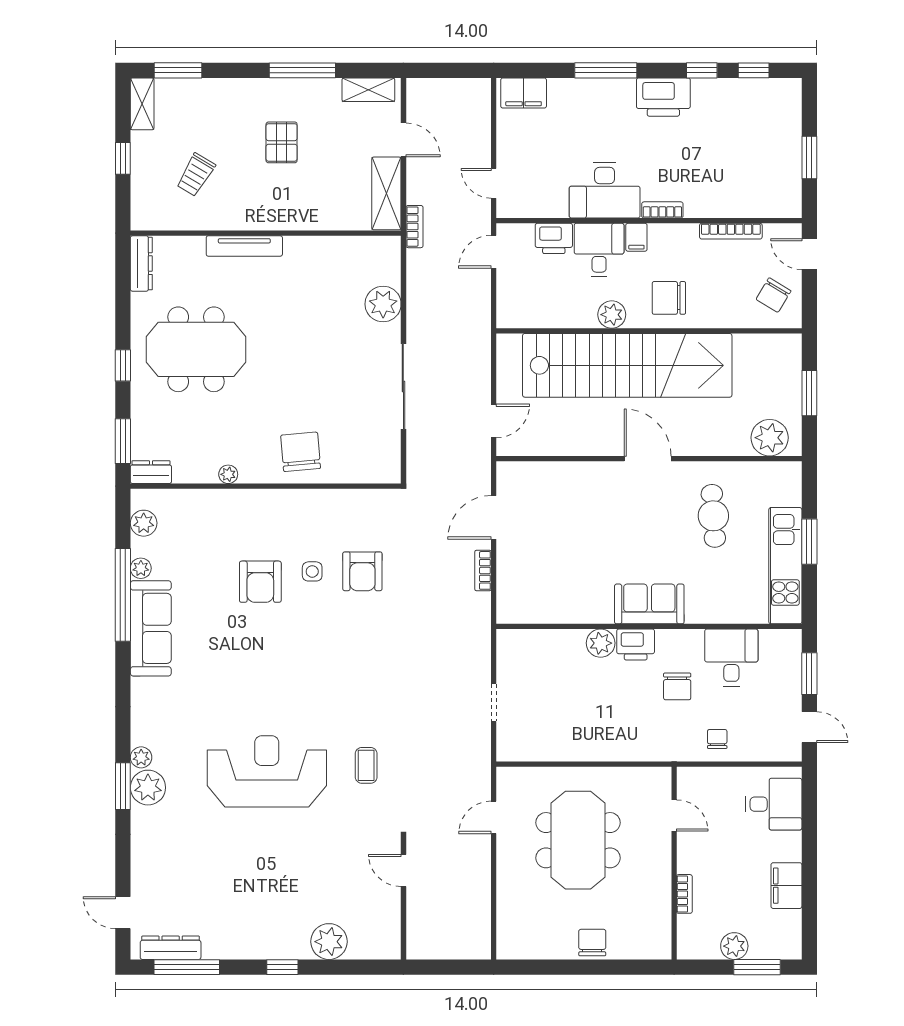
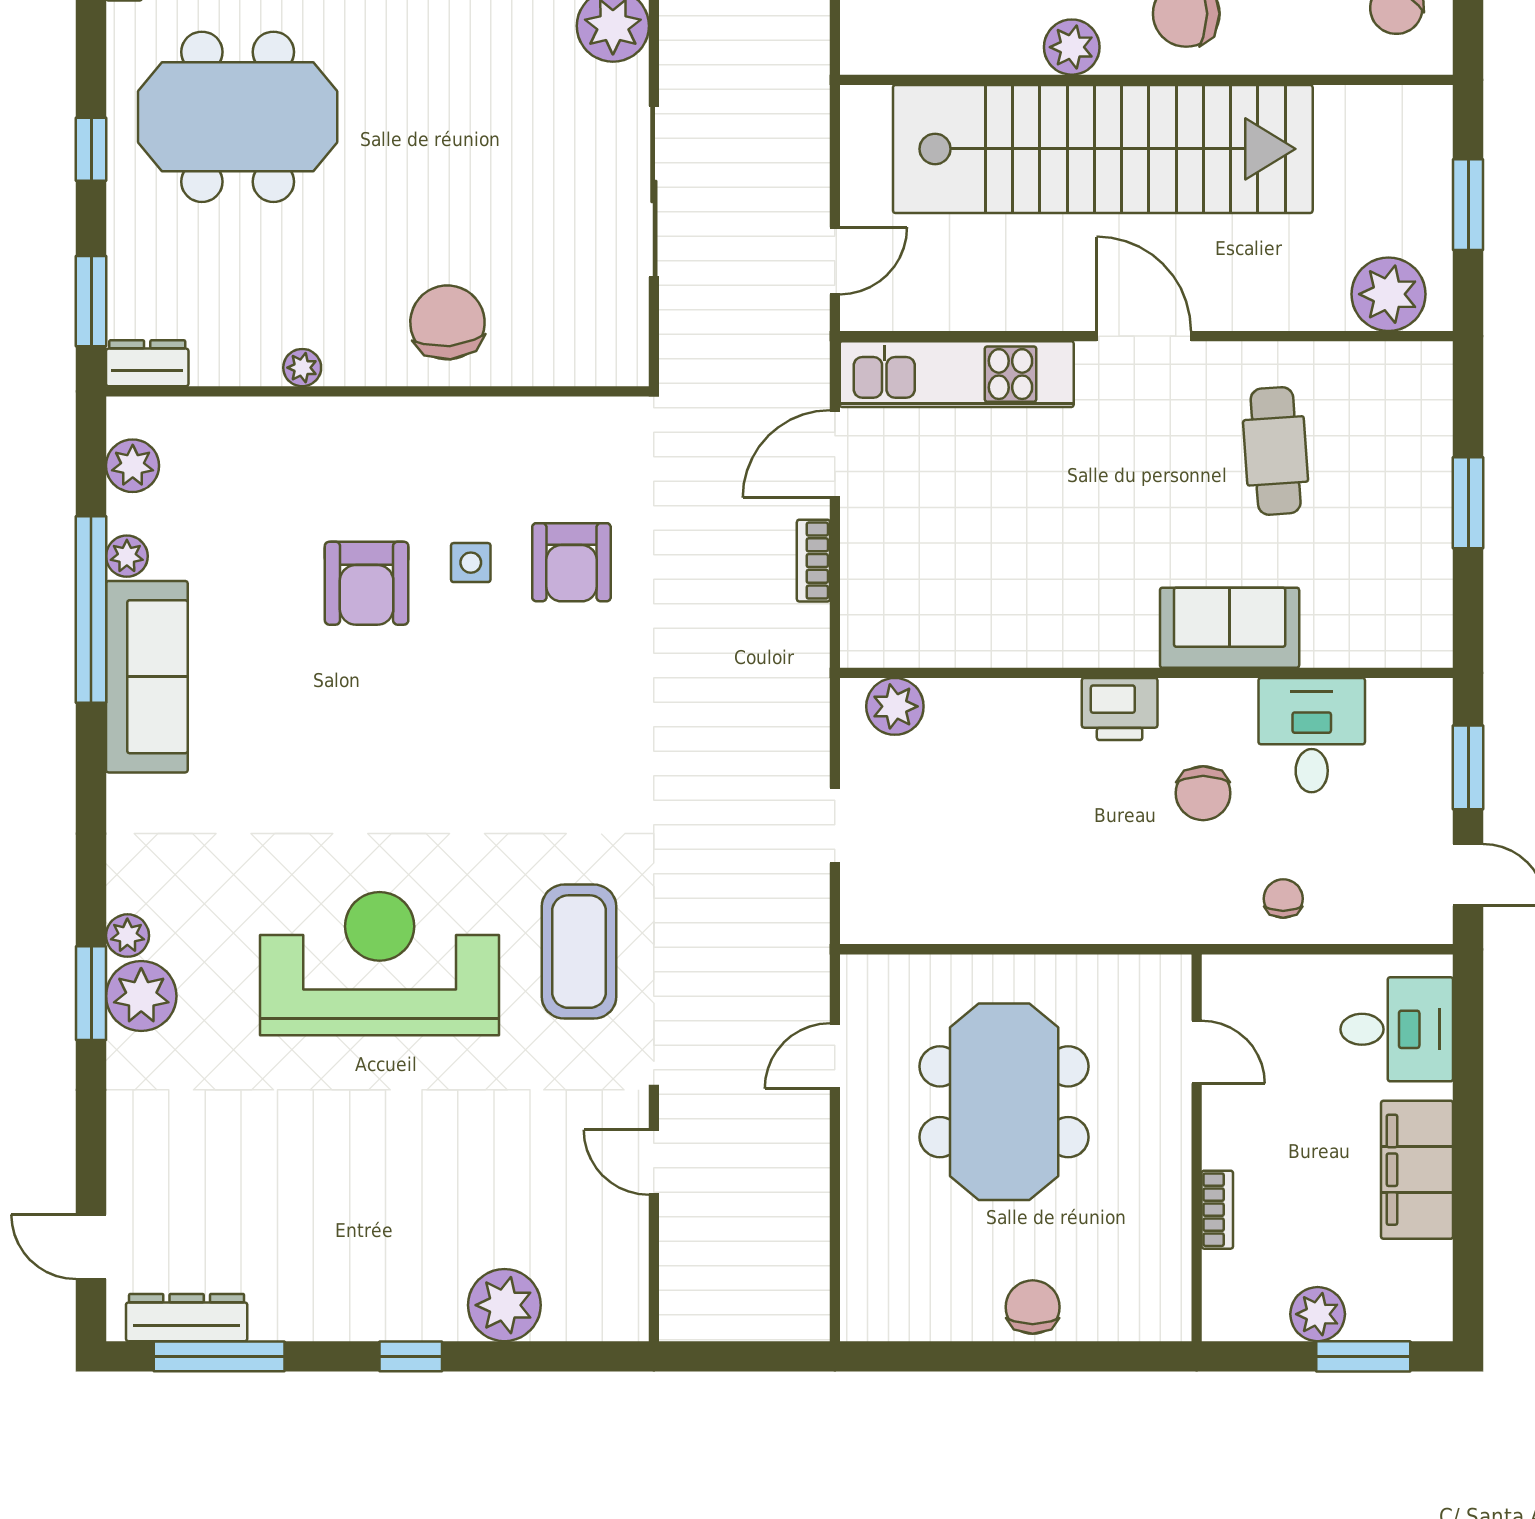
kitchen unit: (785, 566) -> (957, 374), moved, turned -90
sofa: (649, 604) -> (1230, 628), moved
plant: (601, 643) -> (895, 706), moved
coffee table: (366, 765) -> (579, 952), width x1.86, depth x1.72
filing cabinet: (786, 886) -> (1417, 1170), width x1.50, depth x1.17

